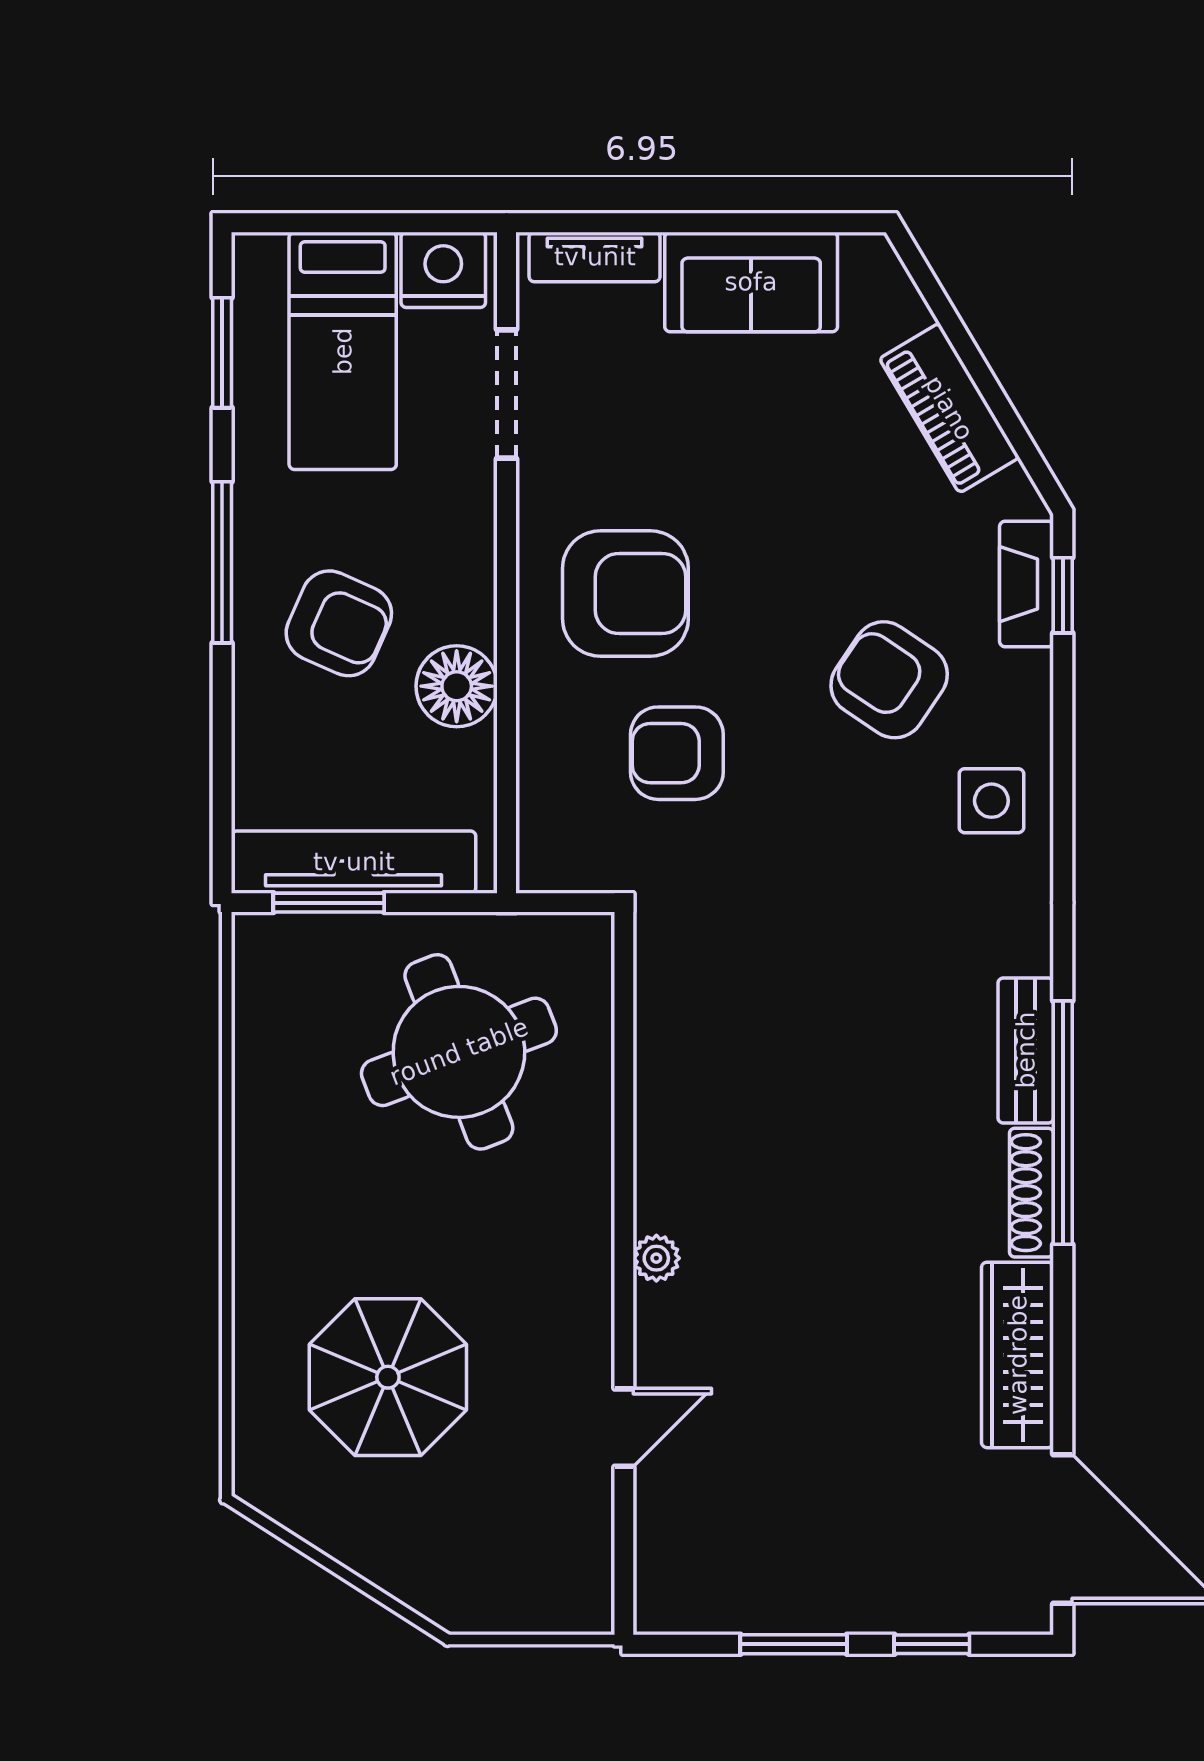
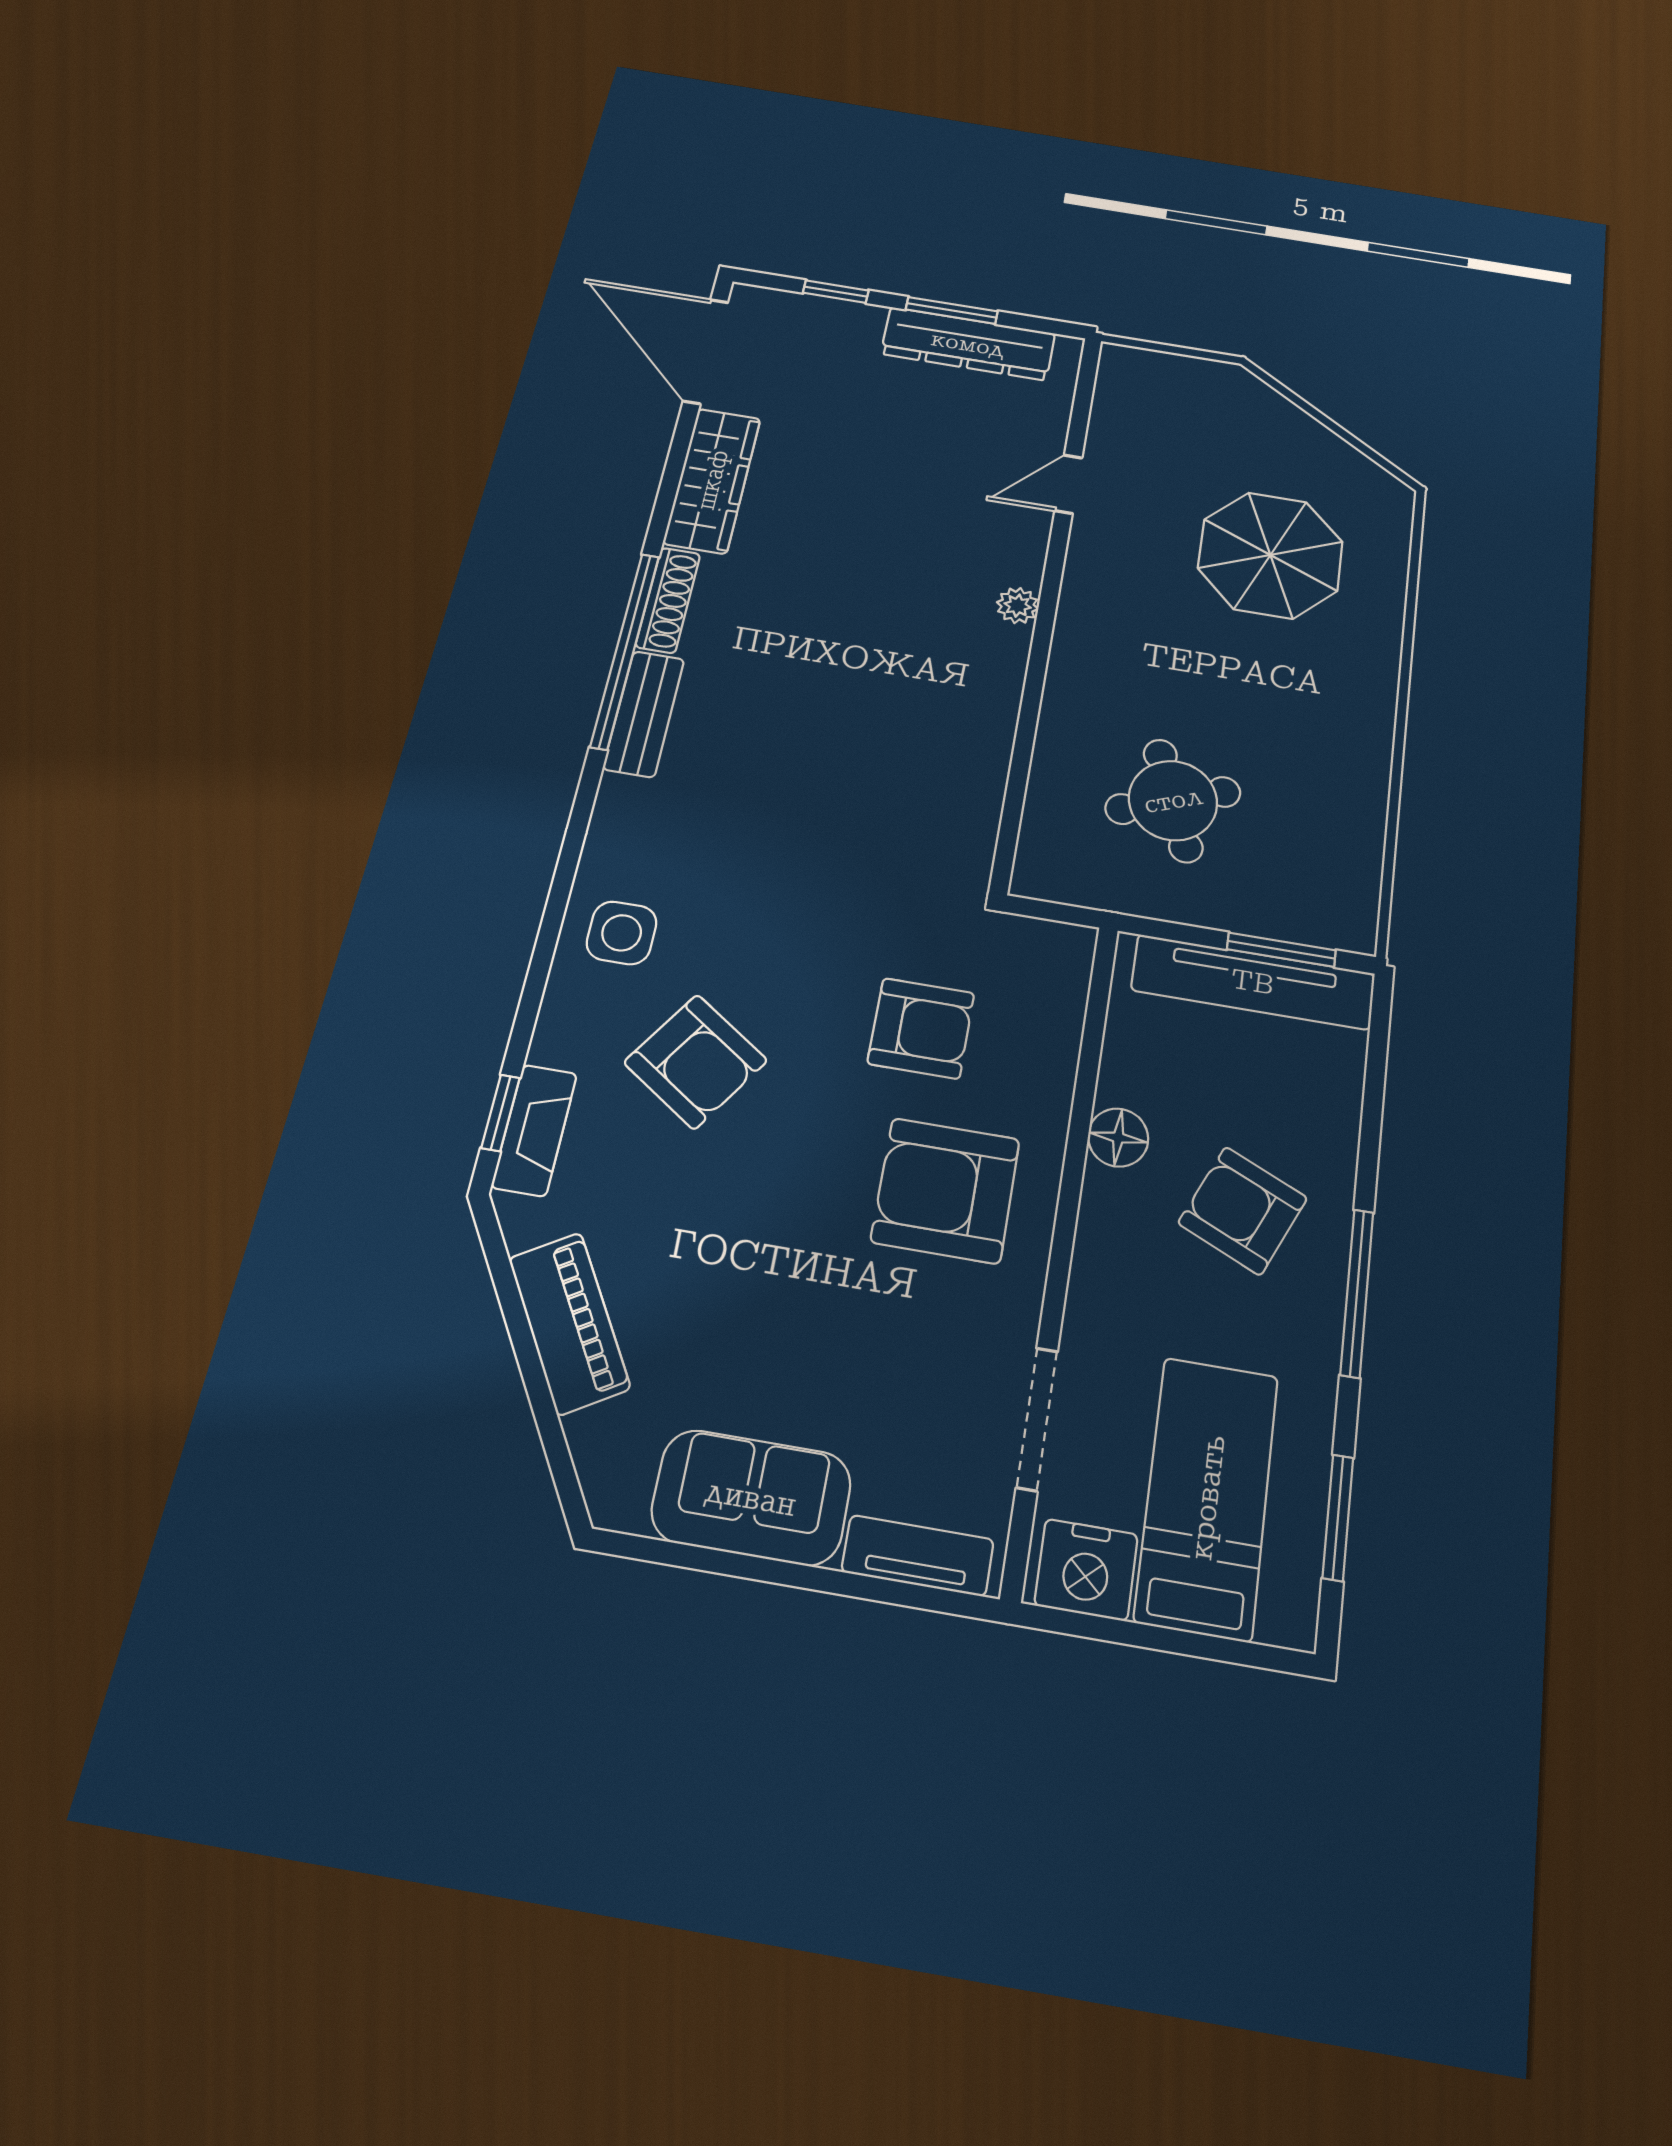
floor lamp: (457, 686) -> (1118, 1138), width x0.73, depth x0.73
round table: (459, 1052) -> (1173, 800), width x0.73, depth x0.73
dresser: (767, 1600) -> (968, 344), added

